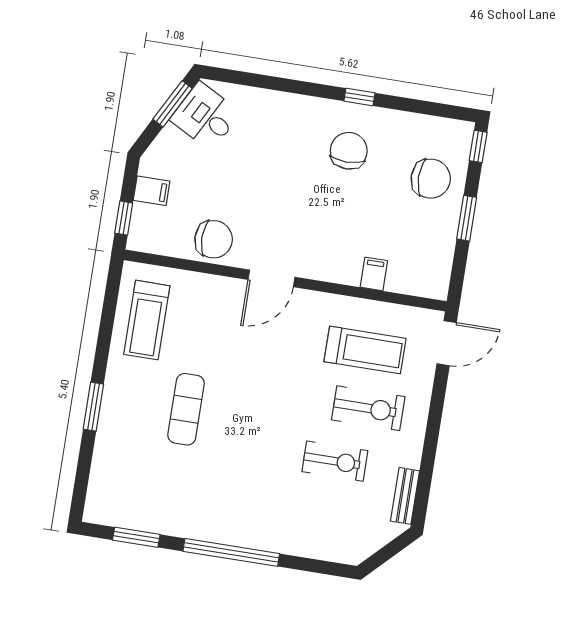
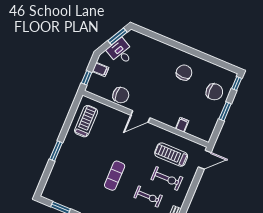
window: (359, 97) -> (194, 52), removed
desk: (205, 116) -> (121, 52), moved
treadmill: (147, 320) -> (86, 121), turned 180
treadmill: (365, 350) -> (171, 155), turned 180
exercise mat: (186, 409) -> (115, 176), moved

